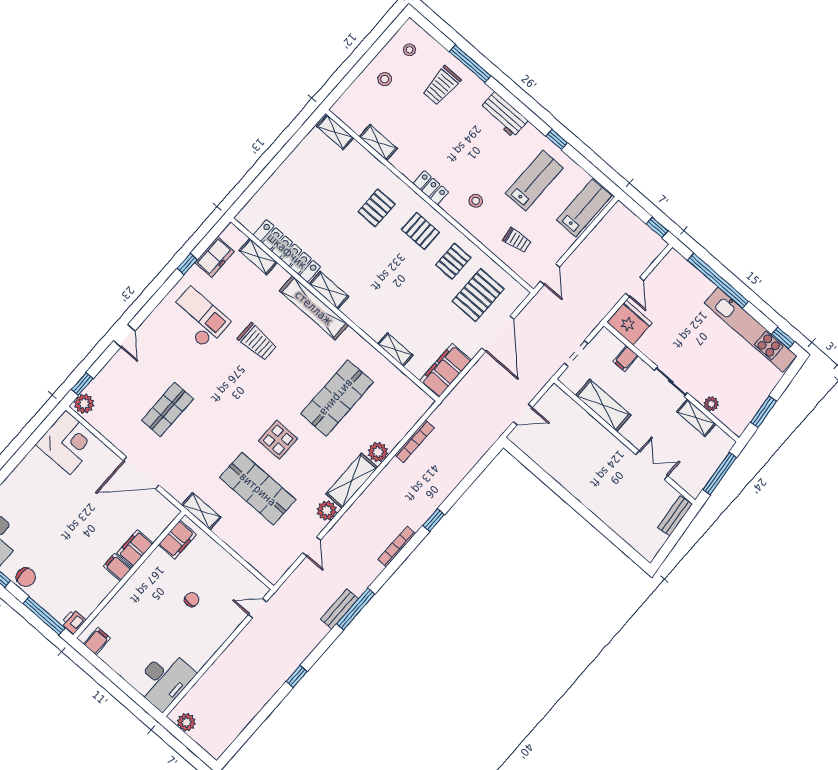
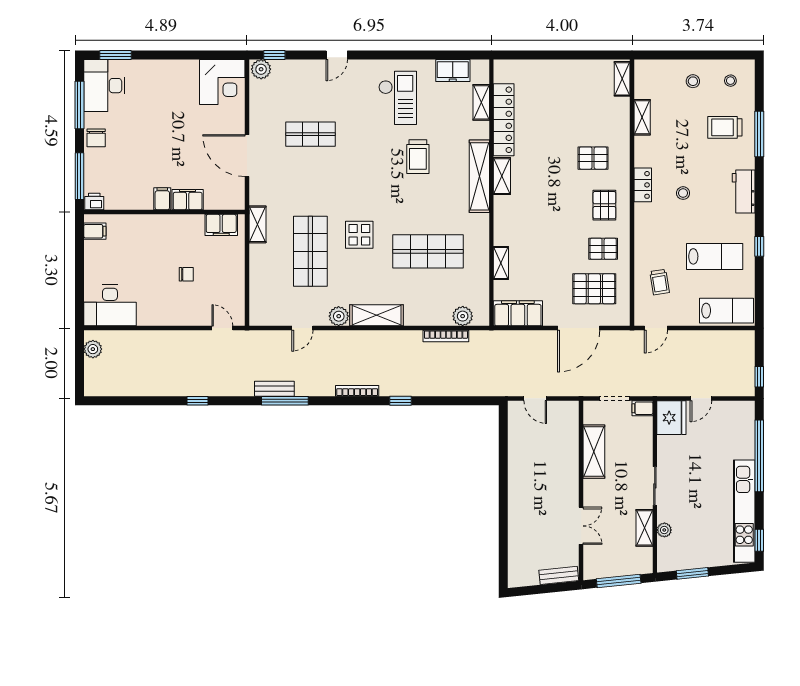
stool: (476, 201) -> (683, 193), moved
window: (187, 264) -> (430, 55), removed
filing cabinet: (626, 359) -> (643, 408), moved
plant: (378, 452) -> (463, 316), moved

